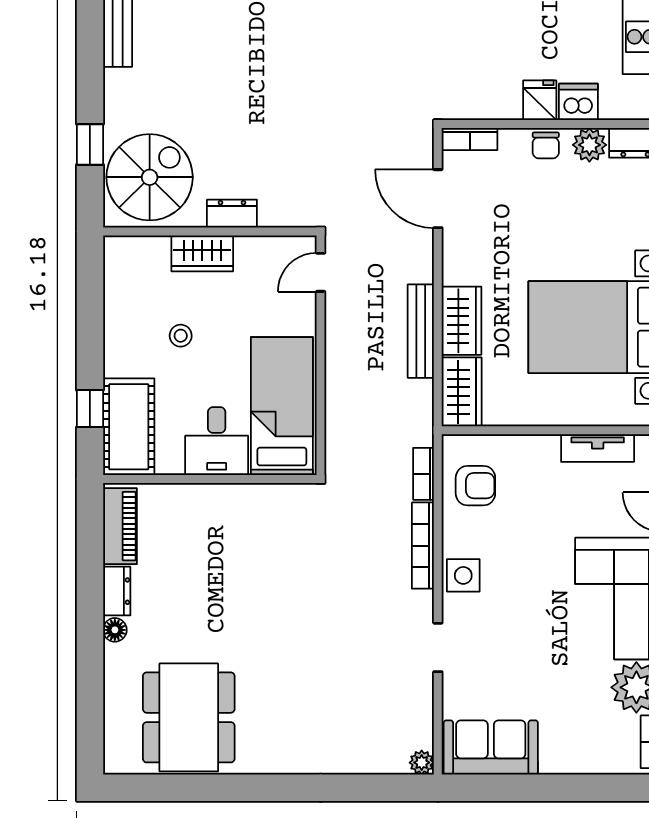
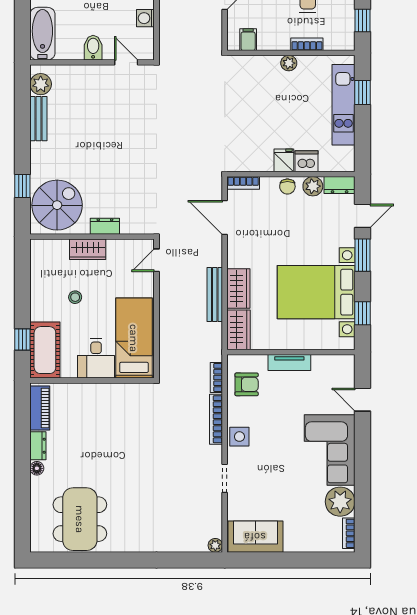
tv unit: (598, 448) -> (289, 362), moved

